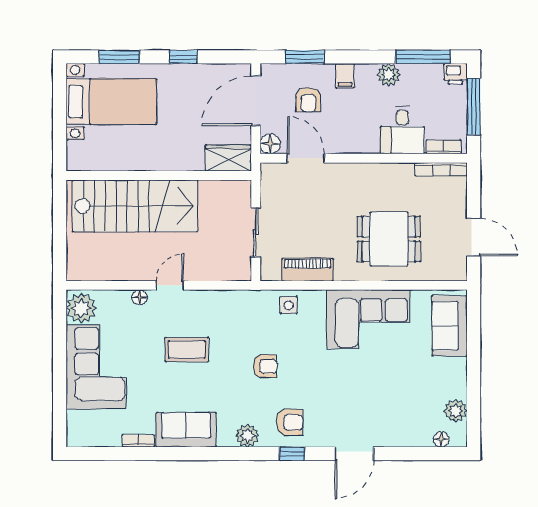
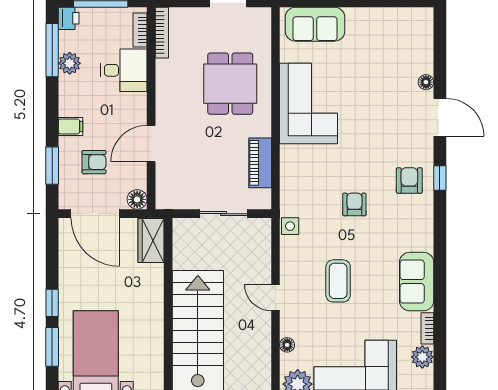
window: (183, 57) -> (52, 303), moved
plant: (389, 75) -> (70, 63), moved
door: (306, 158) -> (151, 144), moved
floor lamp: (140, 297) -> (287, 345), moved
side table: (289, 305) -> (290, 226), moved
plant: (456, 411) -> (398, 18), removed
plant: (247, 436) -> (422, 357), moved
floor lamp: (441, 439) -> (426, 82), moved

